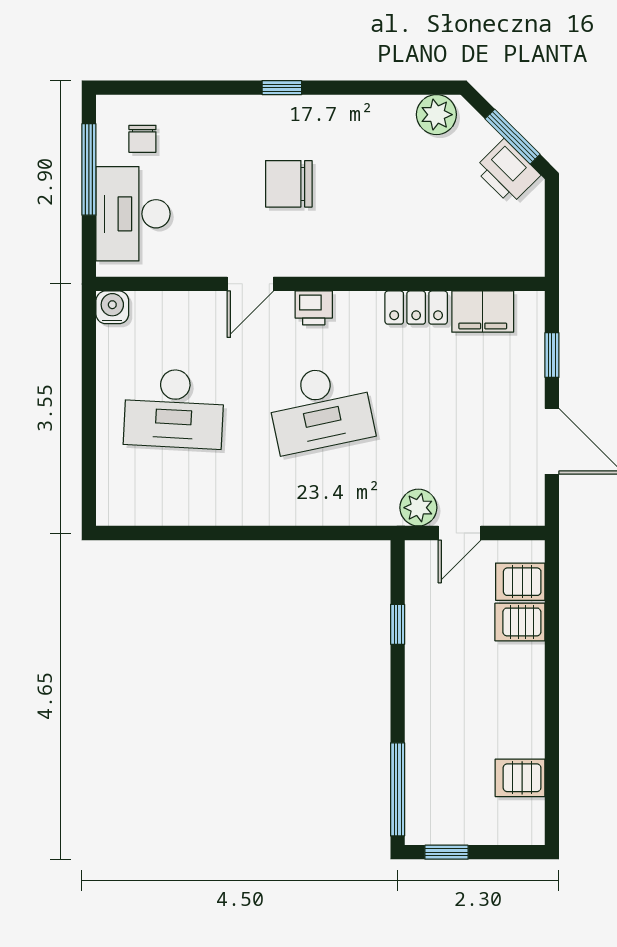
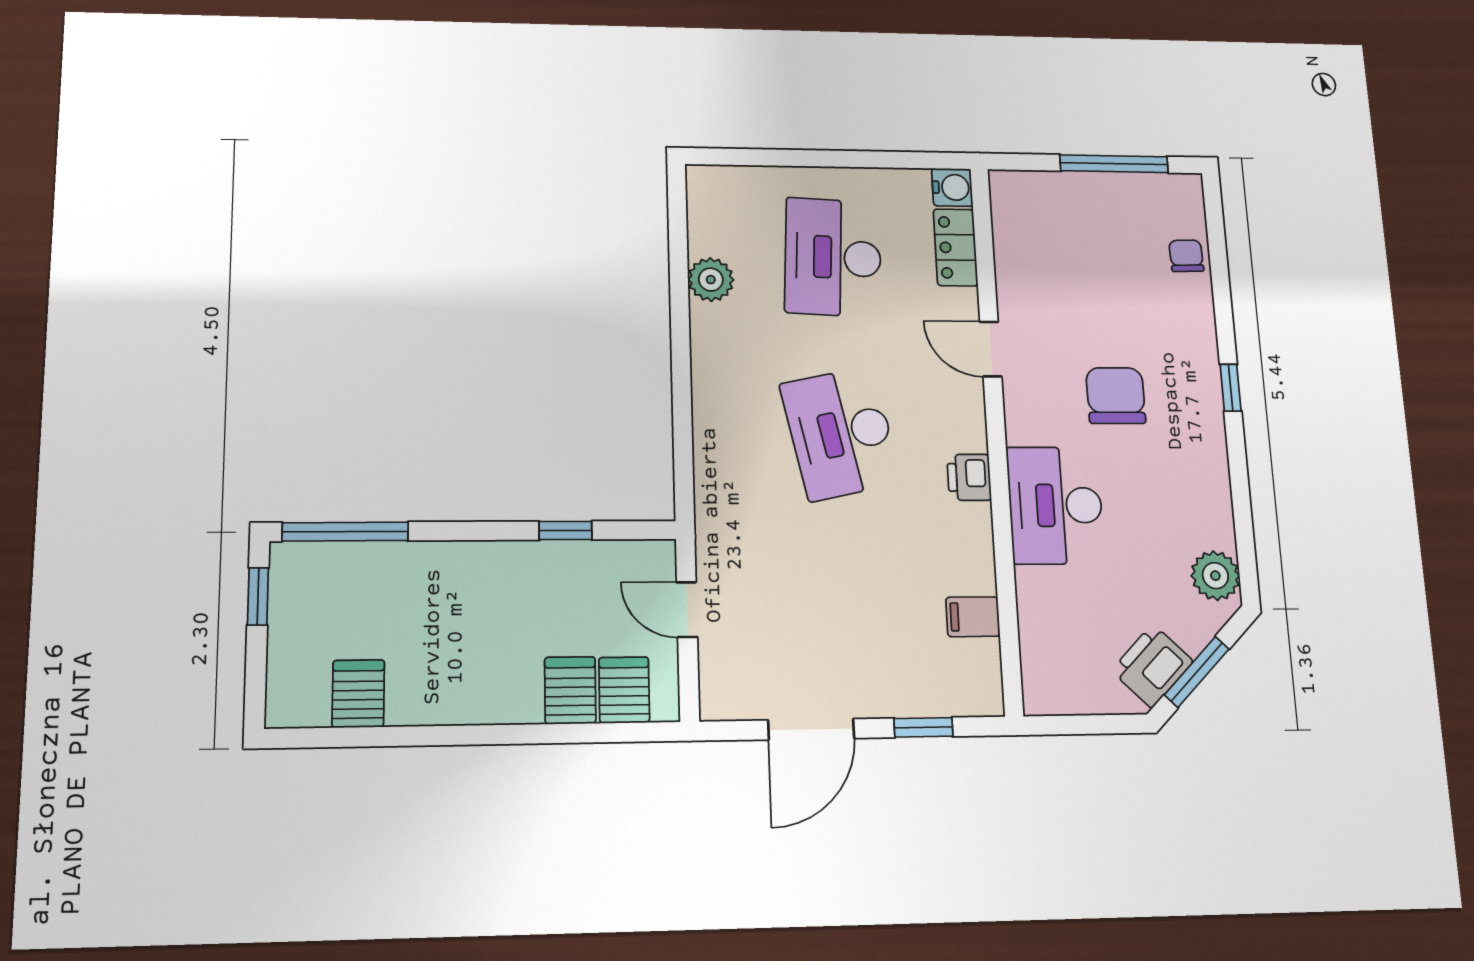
chair: (142, 139) -> (1186, 256), moved, turned 88
desk: (133, 214) -> (1055, 505), moved, turned -90
printer: (314, 308) -> (969, 477), moved
locker: (416, 308) -> (956, 247), moved
filing cabinet: (483, 312) -> (973, 617), width x0.50
plant: (418, 508) -> (711, 280), moved

